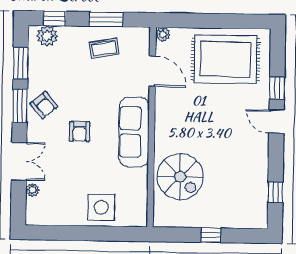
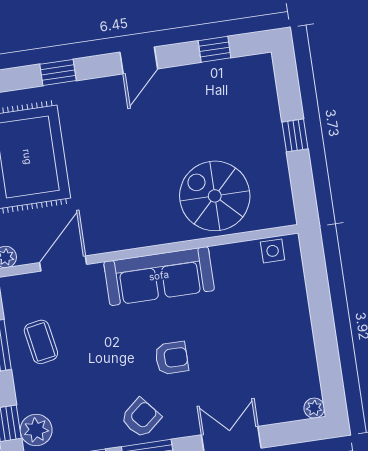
door: (276, 122) -> (139, 60), moved
spiral stairs: (180, 177) -> (215, 196), turned -90
plant: (32, 190) -> (314, 408), moved
side table: (101, 207) -> (273, 251), moved, width x0.54, depth x0.54

